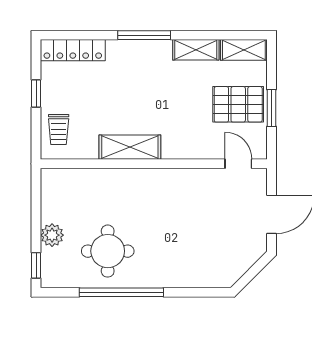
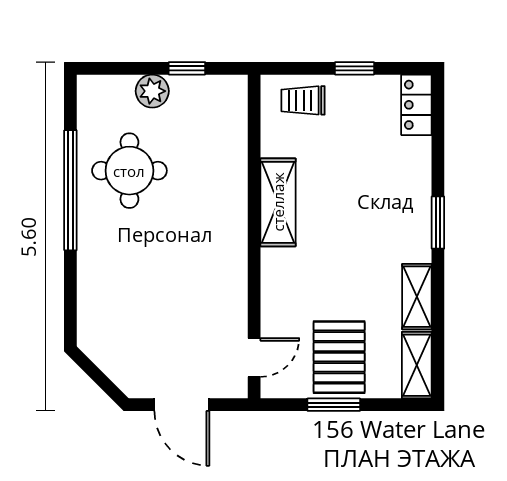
window: (144, 35) -> (438, 223), width x0.69
locker: (73, 50) -> (416, 105), width x0.66
window: (36, 265) -> (187, 68), moved

